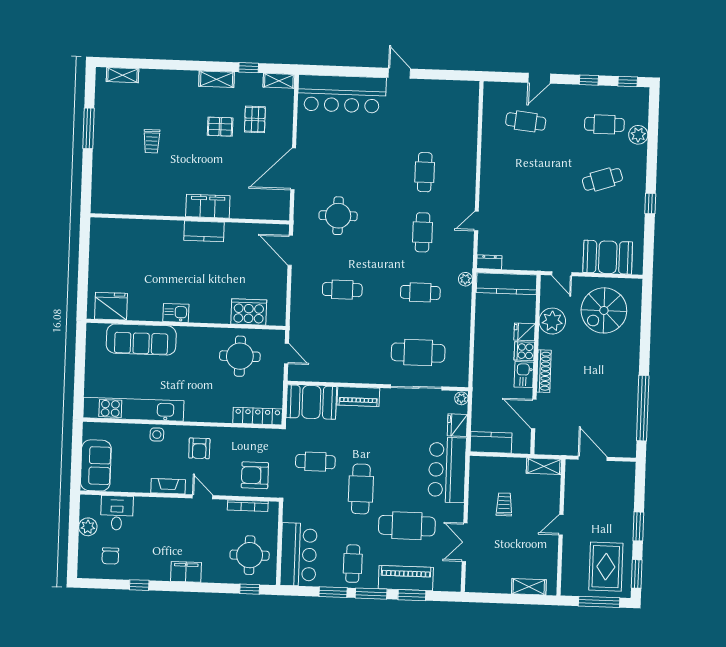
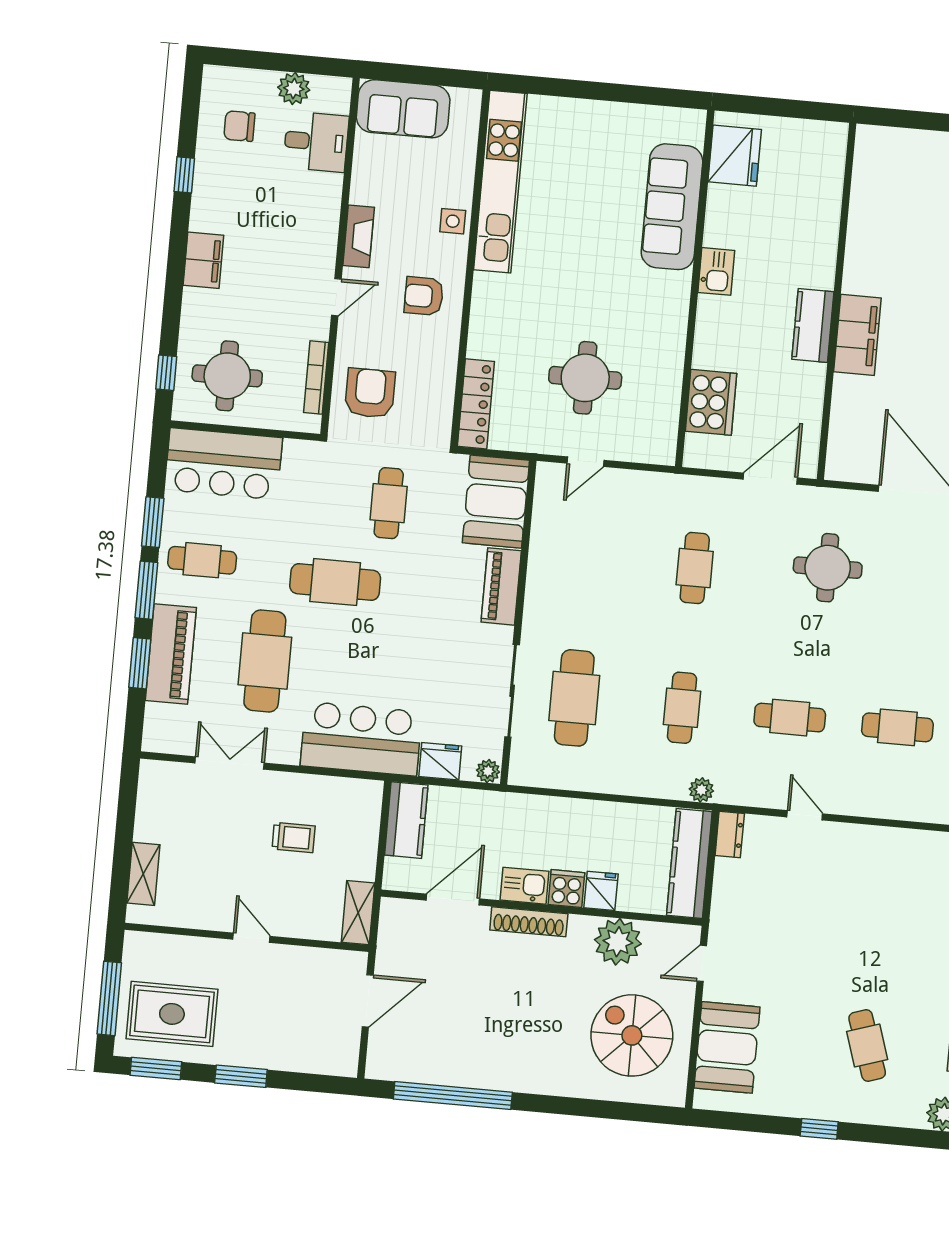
fridge: (111, 306) -> (735, 156), moved
cooker: (249, 312) -> (711, 402), moved
kitchen sink: (176, 313) -> (716, 271), moved
wall: (186, 324) -> (695, 288), moved
sofa: (141, 339) -> (672, 207), moved

